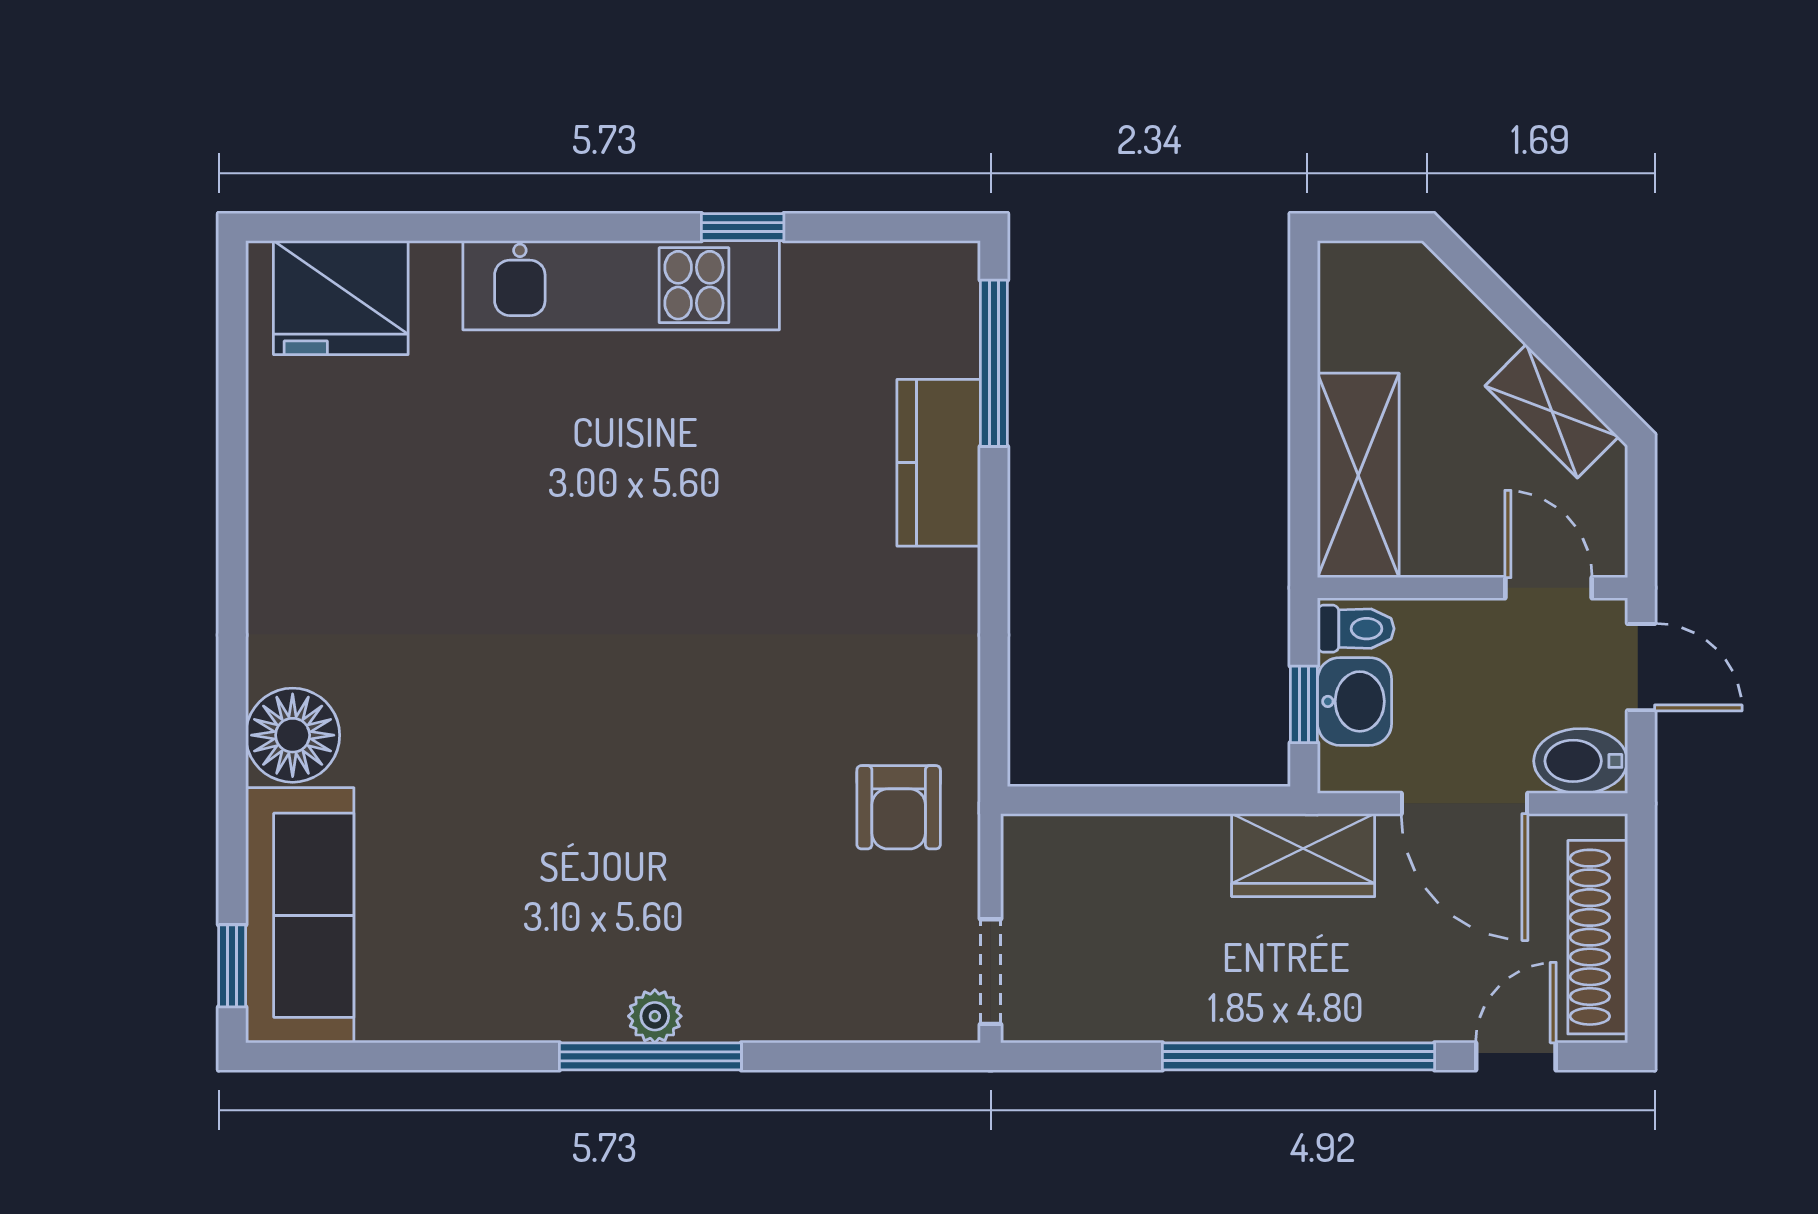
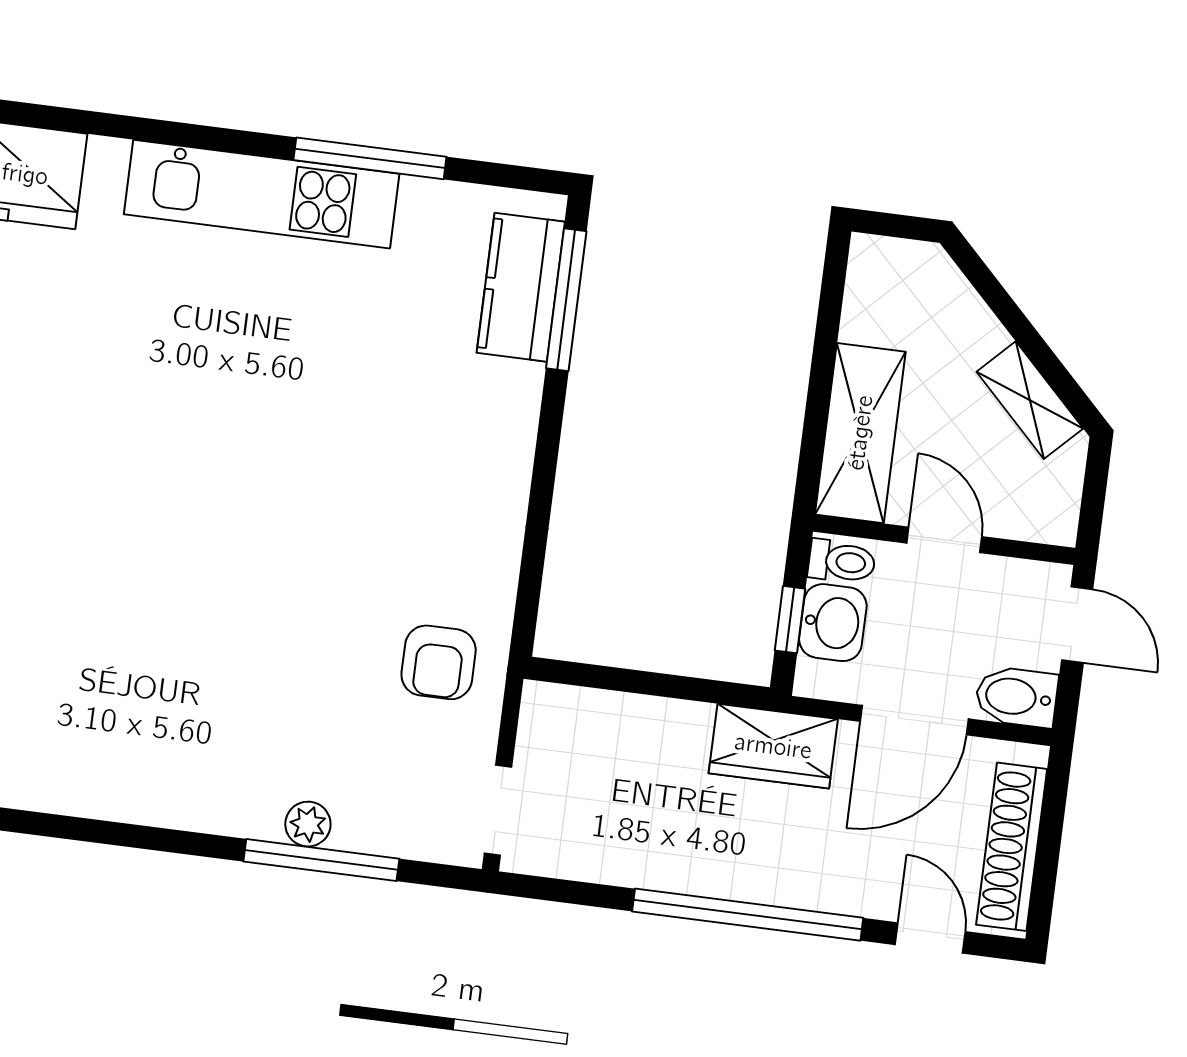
window: (743, 227) -> (370, 158), width x2.17
kitchen counter: (939, 463) -> (521, 287), moved
door: (1548, 588) -> (944, 540), moved
door: (1465, 804) -> (914, 720), hinge flipped
plant: (655, 1016) -> (308, 824), moved
window: (650, 1056) -> (321, 860), moved
door: (1516, 1056) -> (930, 938), hinge flipped

